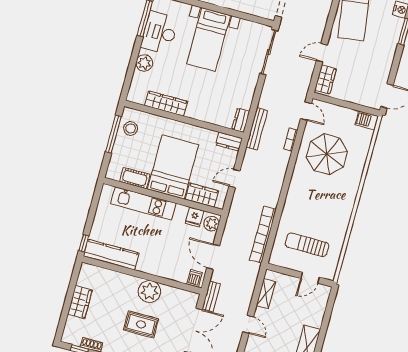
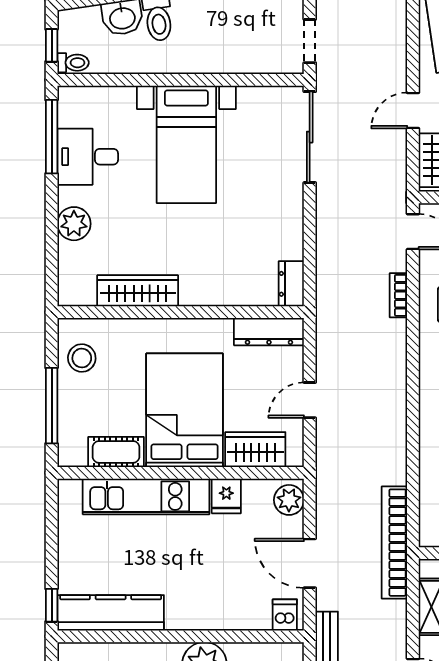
desk: (160, 33) -> (88, 157), width x0.73
bench: (257, 129) -> (327, 292), removed
window: (113, 134) -> (52, 406), moved
dresser: (229, 142) -> (269, 332), width x1.44
fridge: (195, 217) -> (226, 496), moved
bookcase: (263, 235) -> (394, 543), moved

